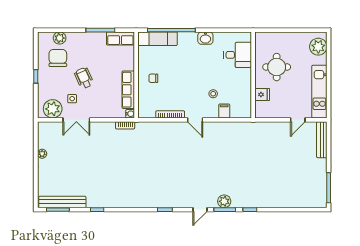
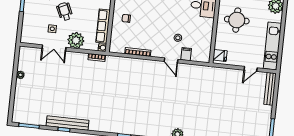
fridge: (262, 94) -> (220, 55), moved
plant: (53, 109) -> (76, 40), moved
door: (195, 120) -> (171, 60), moved
bench: (62, 202) -> (67, 123), moved

